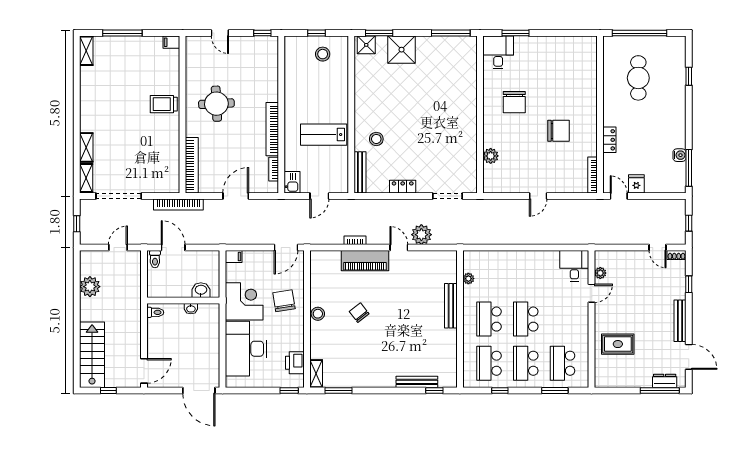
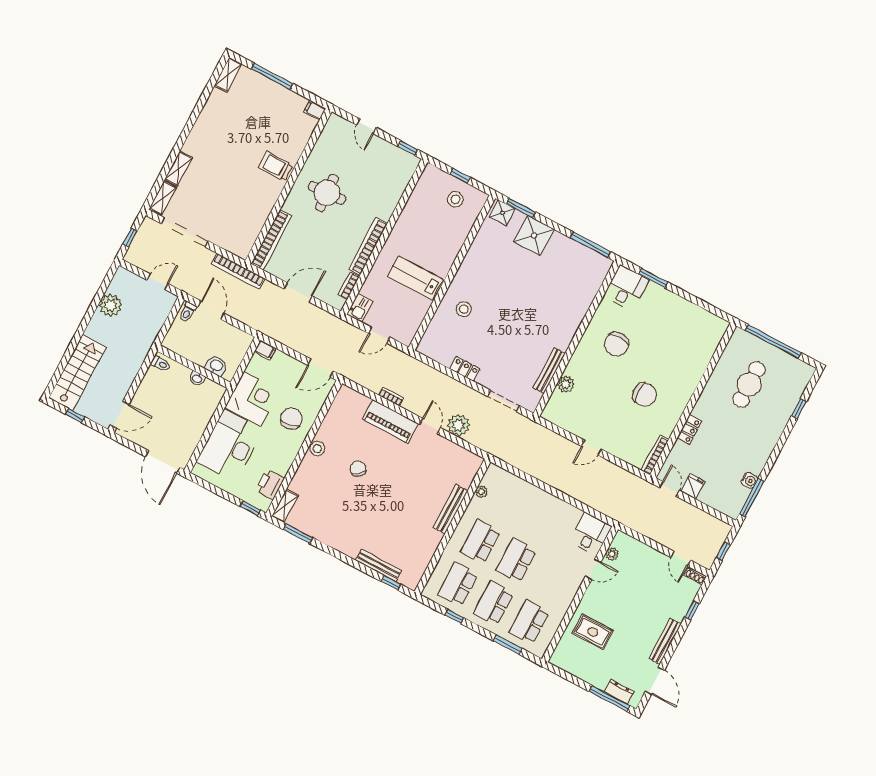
bench: (360, 172) -> (549, 371), moved

